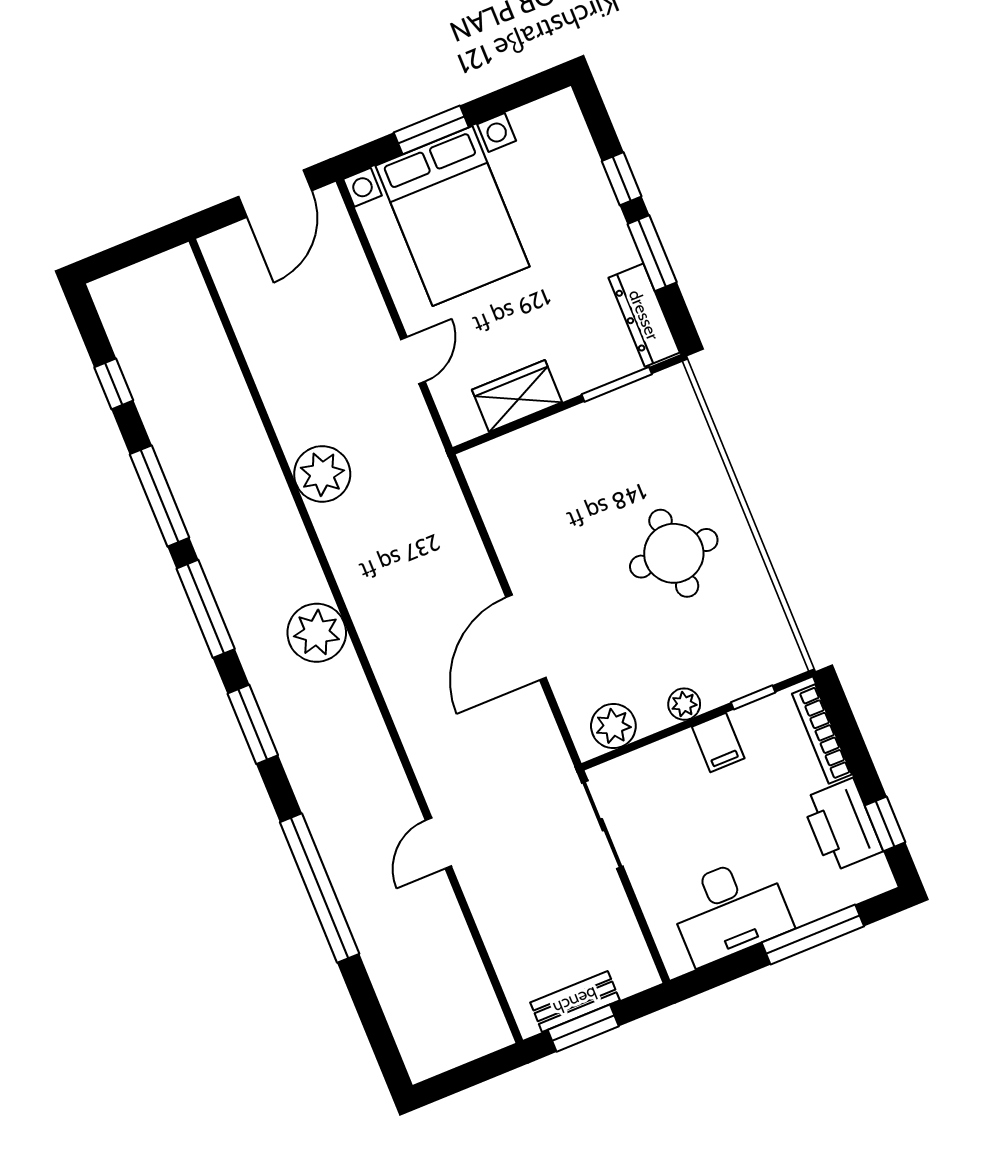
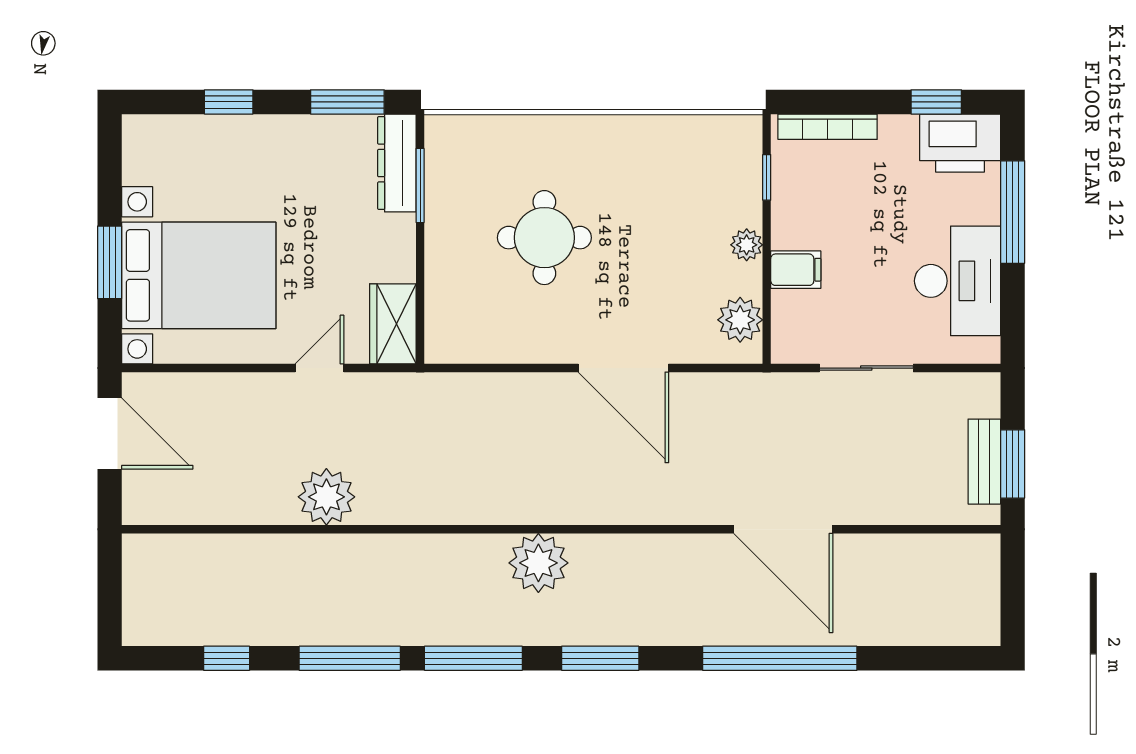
window: (652, 253) -> (347, 102), moved
dresser: (644, 315) -> (397, 163), moved, turned 90
door: (413, 360) -> (319, 368), hinge flipped
wardrobe: (517, 396) -> (393, 324), moved
plant: (322, 474) -> (326, 497), moved
round table: (674, 553) -> (544, 238), moved
filing cabinet: (718, 742) -> (796, 270), moved
sliding door: (602, 825) -> (866, 368), moved
printer: (842, 825) -> (960, 143), moved
door: (438, 843) -> (783, 529), width x1.88

